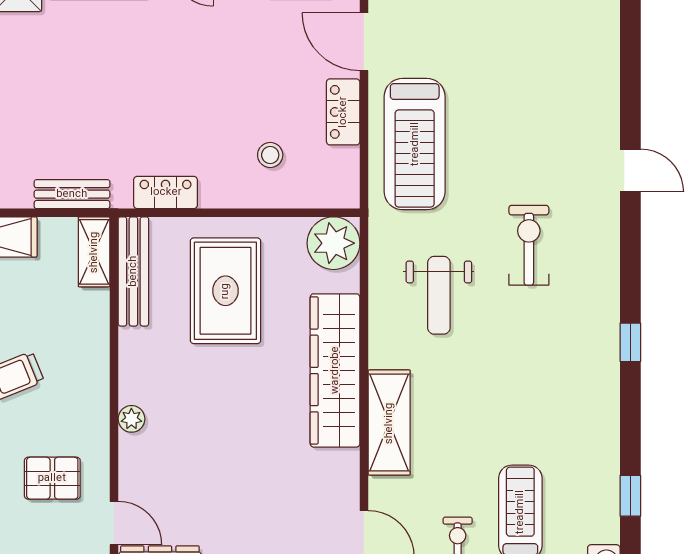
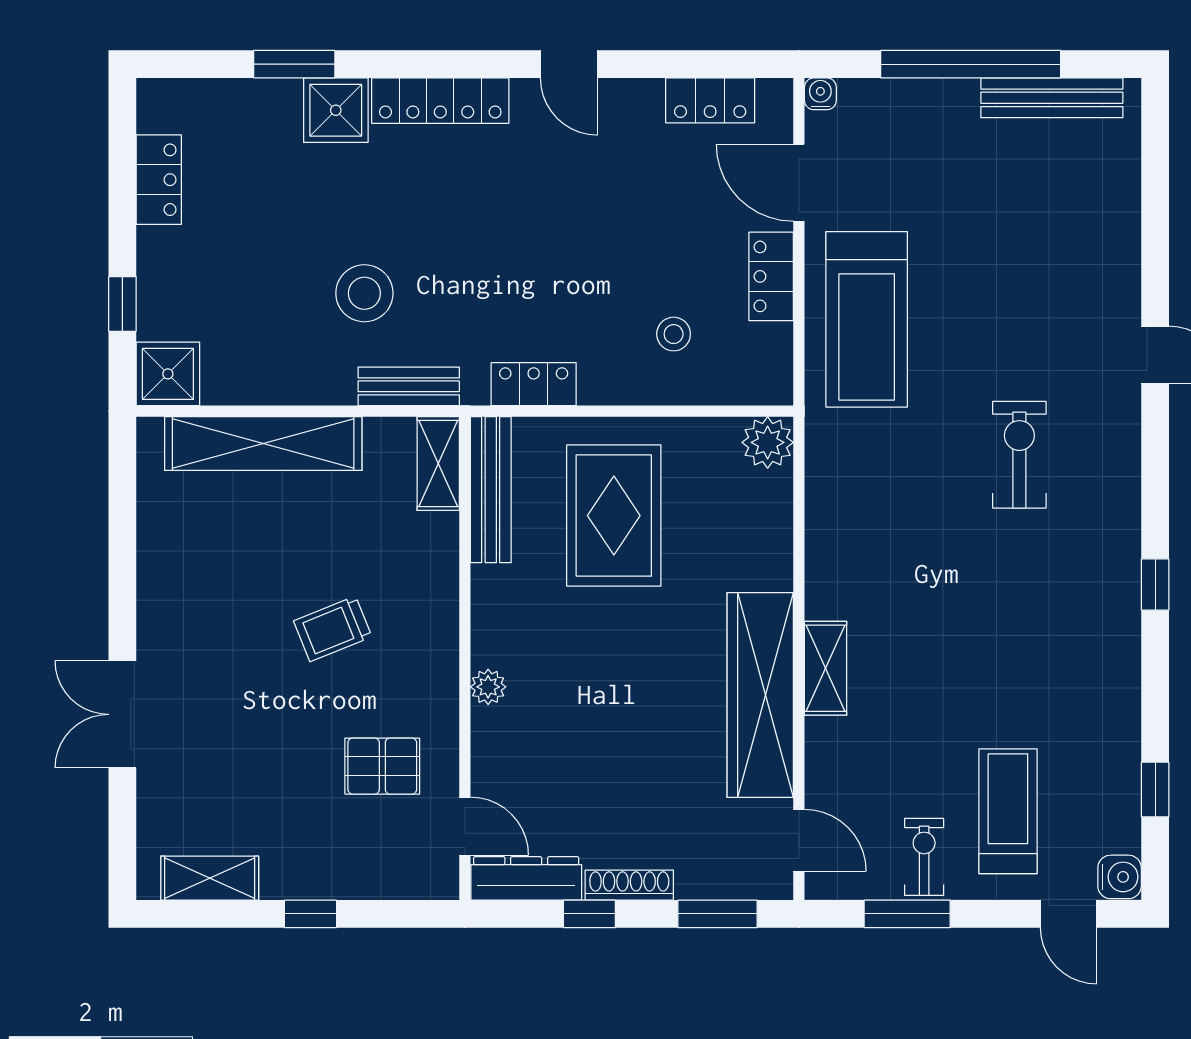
stool: (39, 124) -> (364, 293), added
plant: (334, 243) -> (768, 442), width x0.73, depth x0.73
weight bench: (439, 295) -> (899, 522), removed
wardrobe: (335, 370) -> (760, 695), moved
shelving: (389, 423) -> (826, 668), width x0.67, depth x0.75

